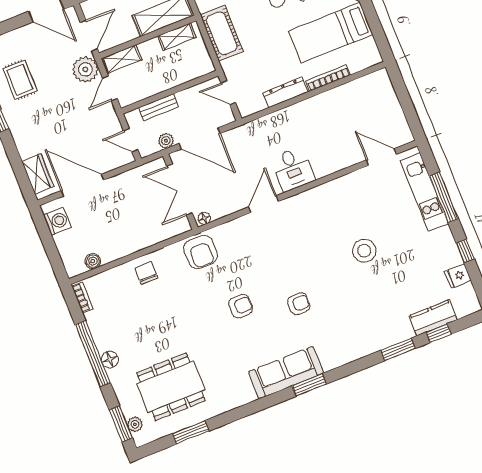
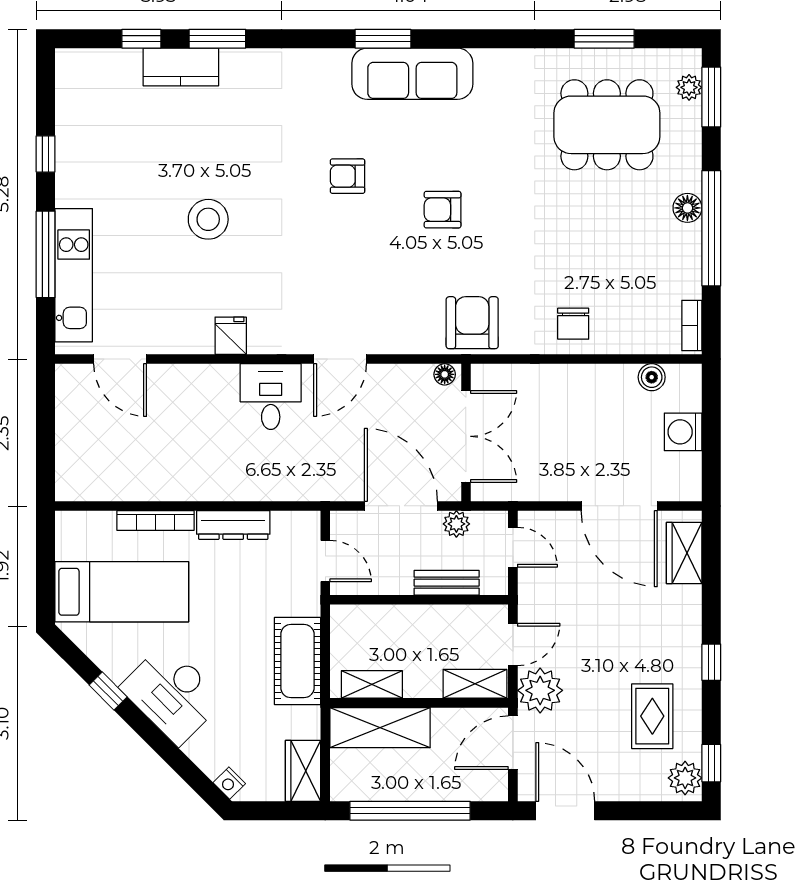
washing machine: (57, 221) -> (683, 432), moved
fridge: (458, 276) -> (231, 336), moved, turned -90
kitchen counter: (433, 318) -> (181, 67), moved

